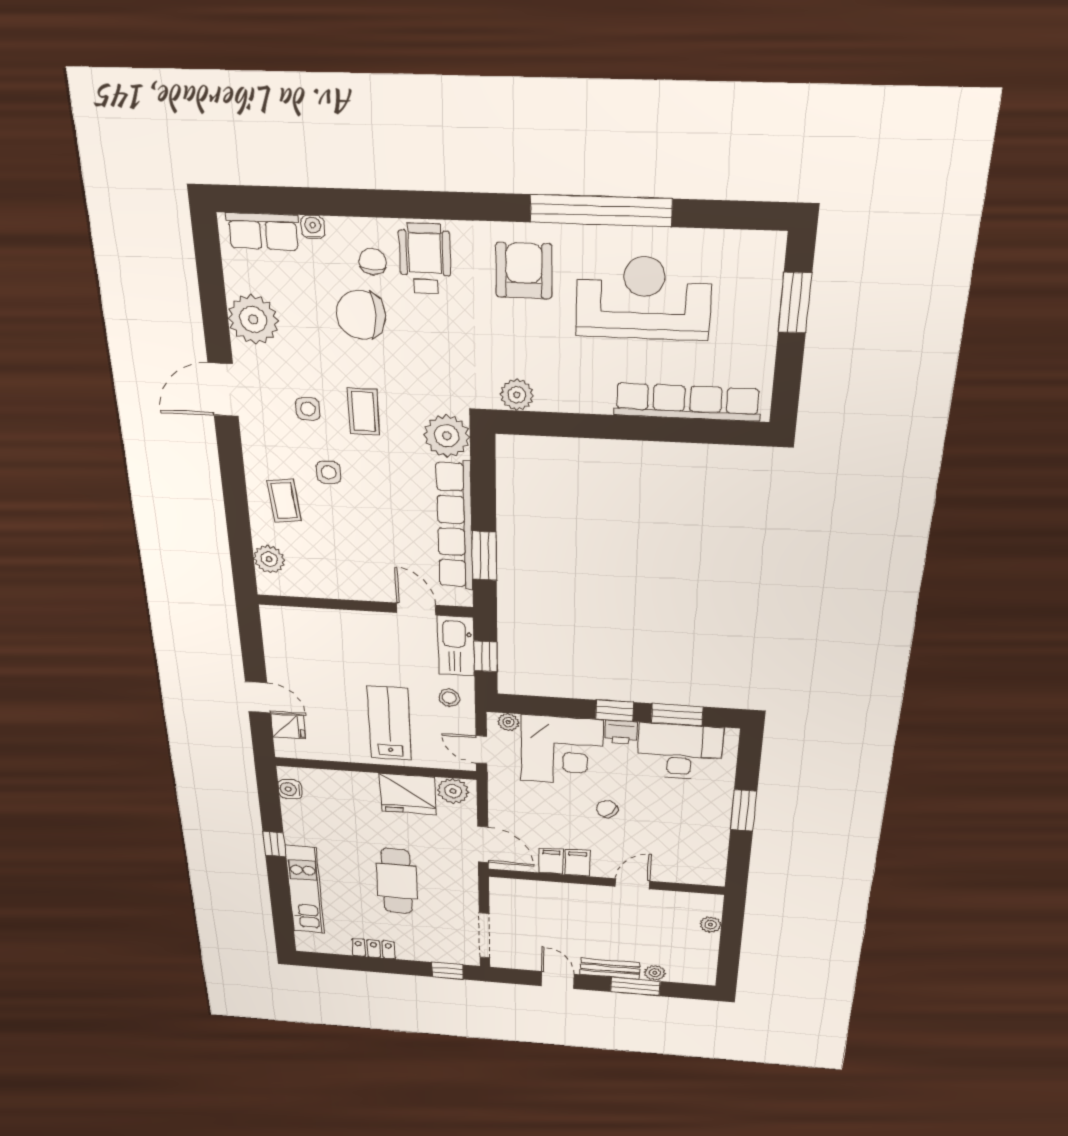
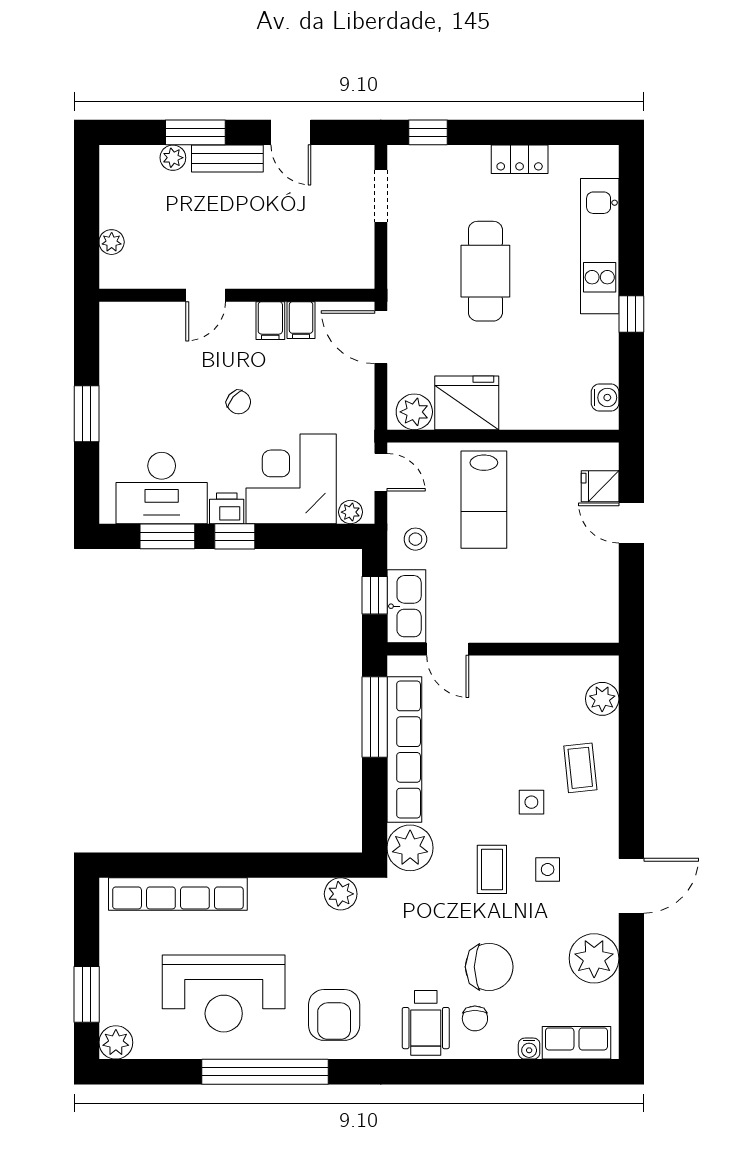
plant: (767, 249) -> (116, 1042), added
window: (484, 556) -> (375, 717), width x1.44
doorway: (485, 935) -> (381, 196), width x0.73

